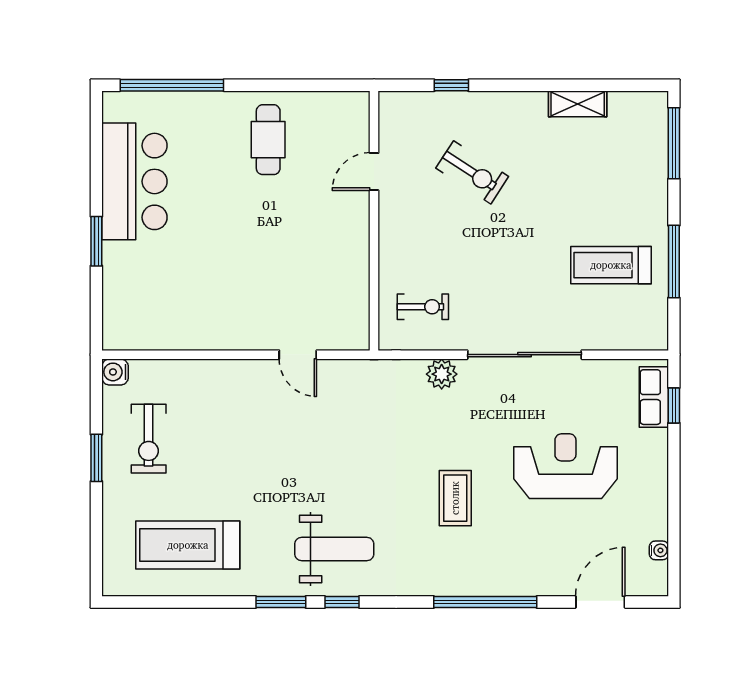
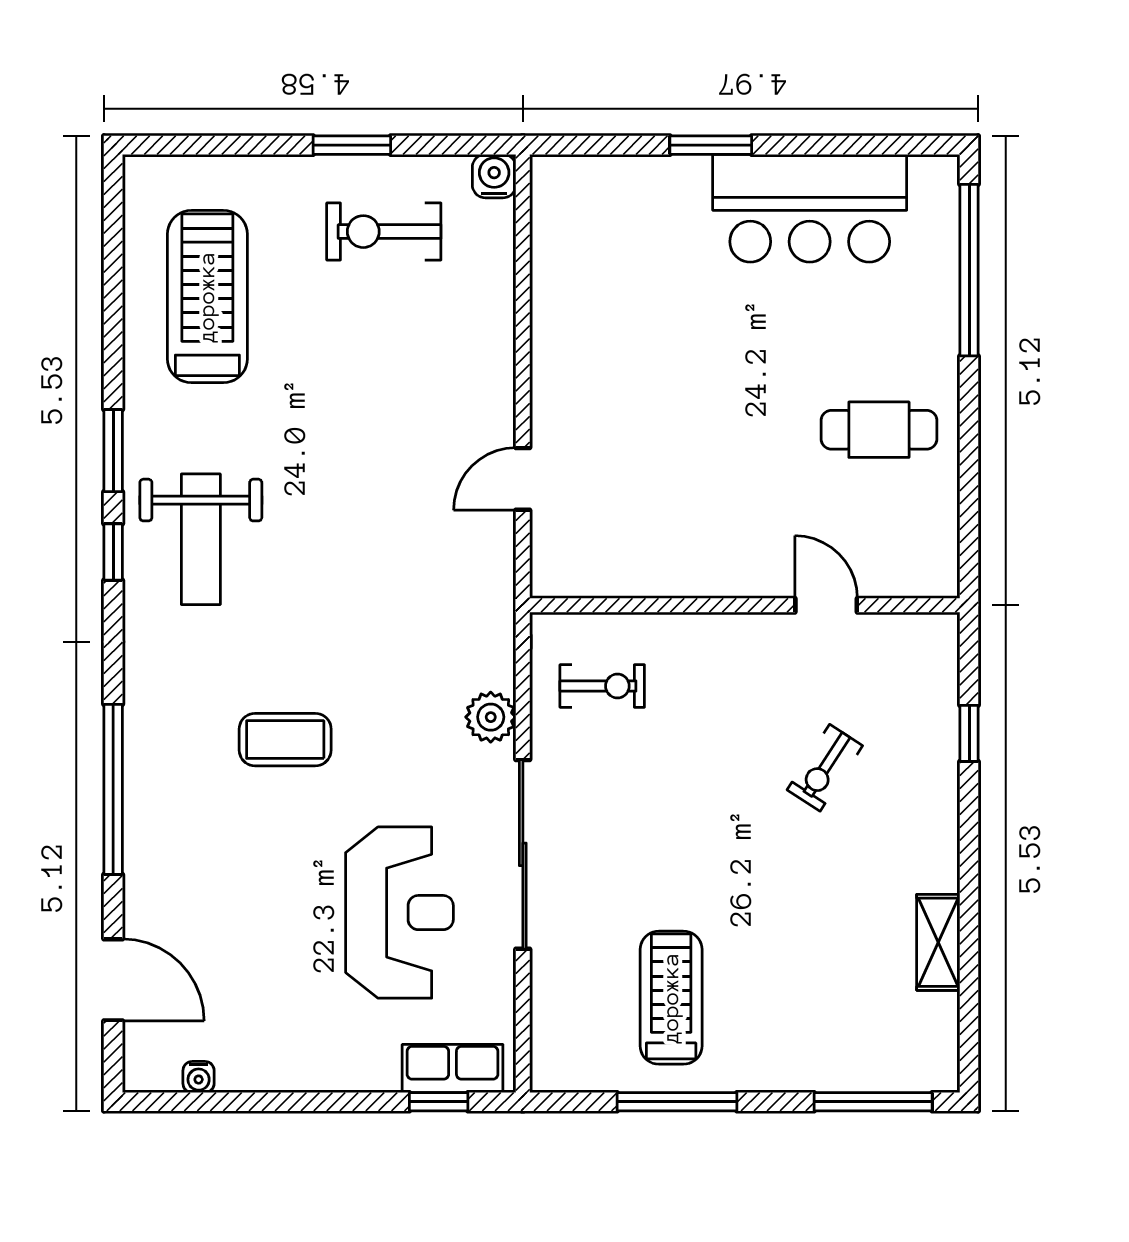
exercise bike: (472, 172) -> (825, 768), width x0.73, depth x0.72
exercise bike: (423, 307) -> (602, 686), turned -90
reception desk: (565, 466) -> (399, 913), moved

